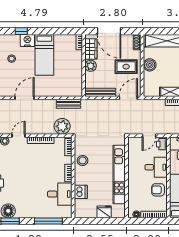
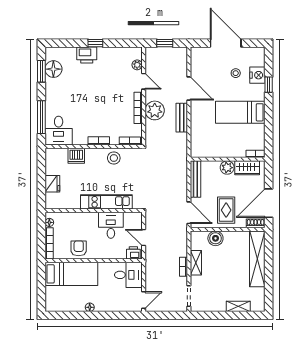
door: (109, 31) -> (269, 203), moved
nightstand: (27, 40) -> (257, 75), moved
boiler: (150, 65) -> (215, 238), moved
bench: (68, 104) -> (182, 118), moved
plant: (62, 126) -> (155, 110), moved
desk: (156, 167) -> (111, 225), moved, turned 180
kitchen unit: (119, 174) -> (106, 202), width x0.73
desk: (60, 194) -> (59, 131), moved

